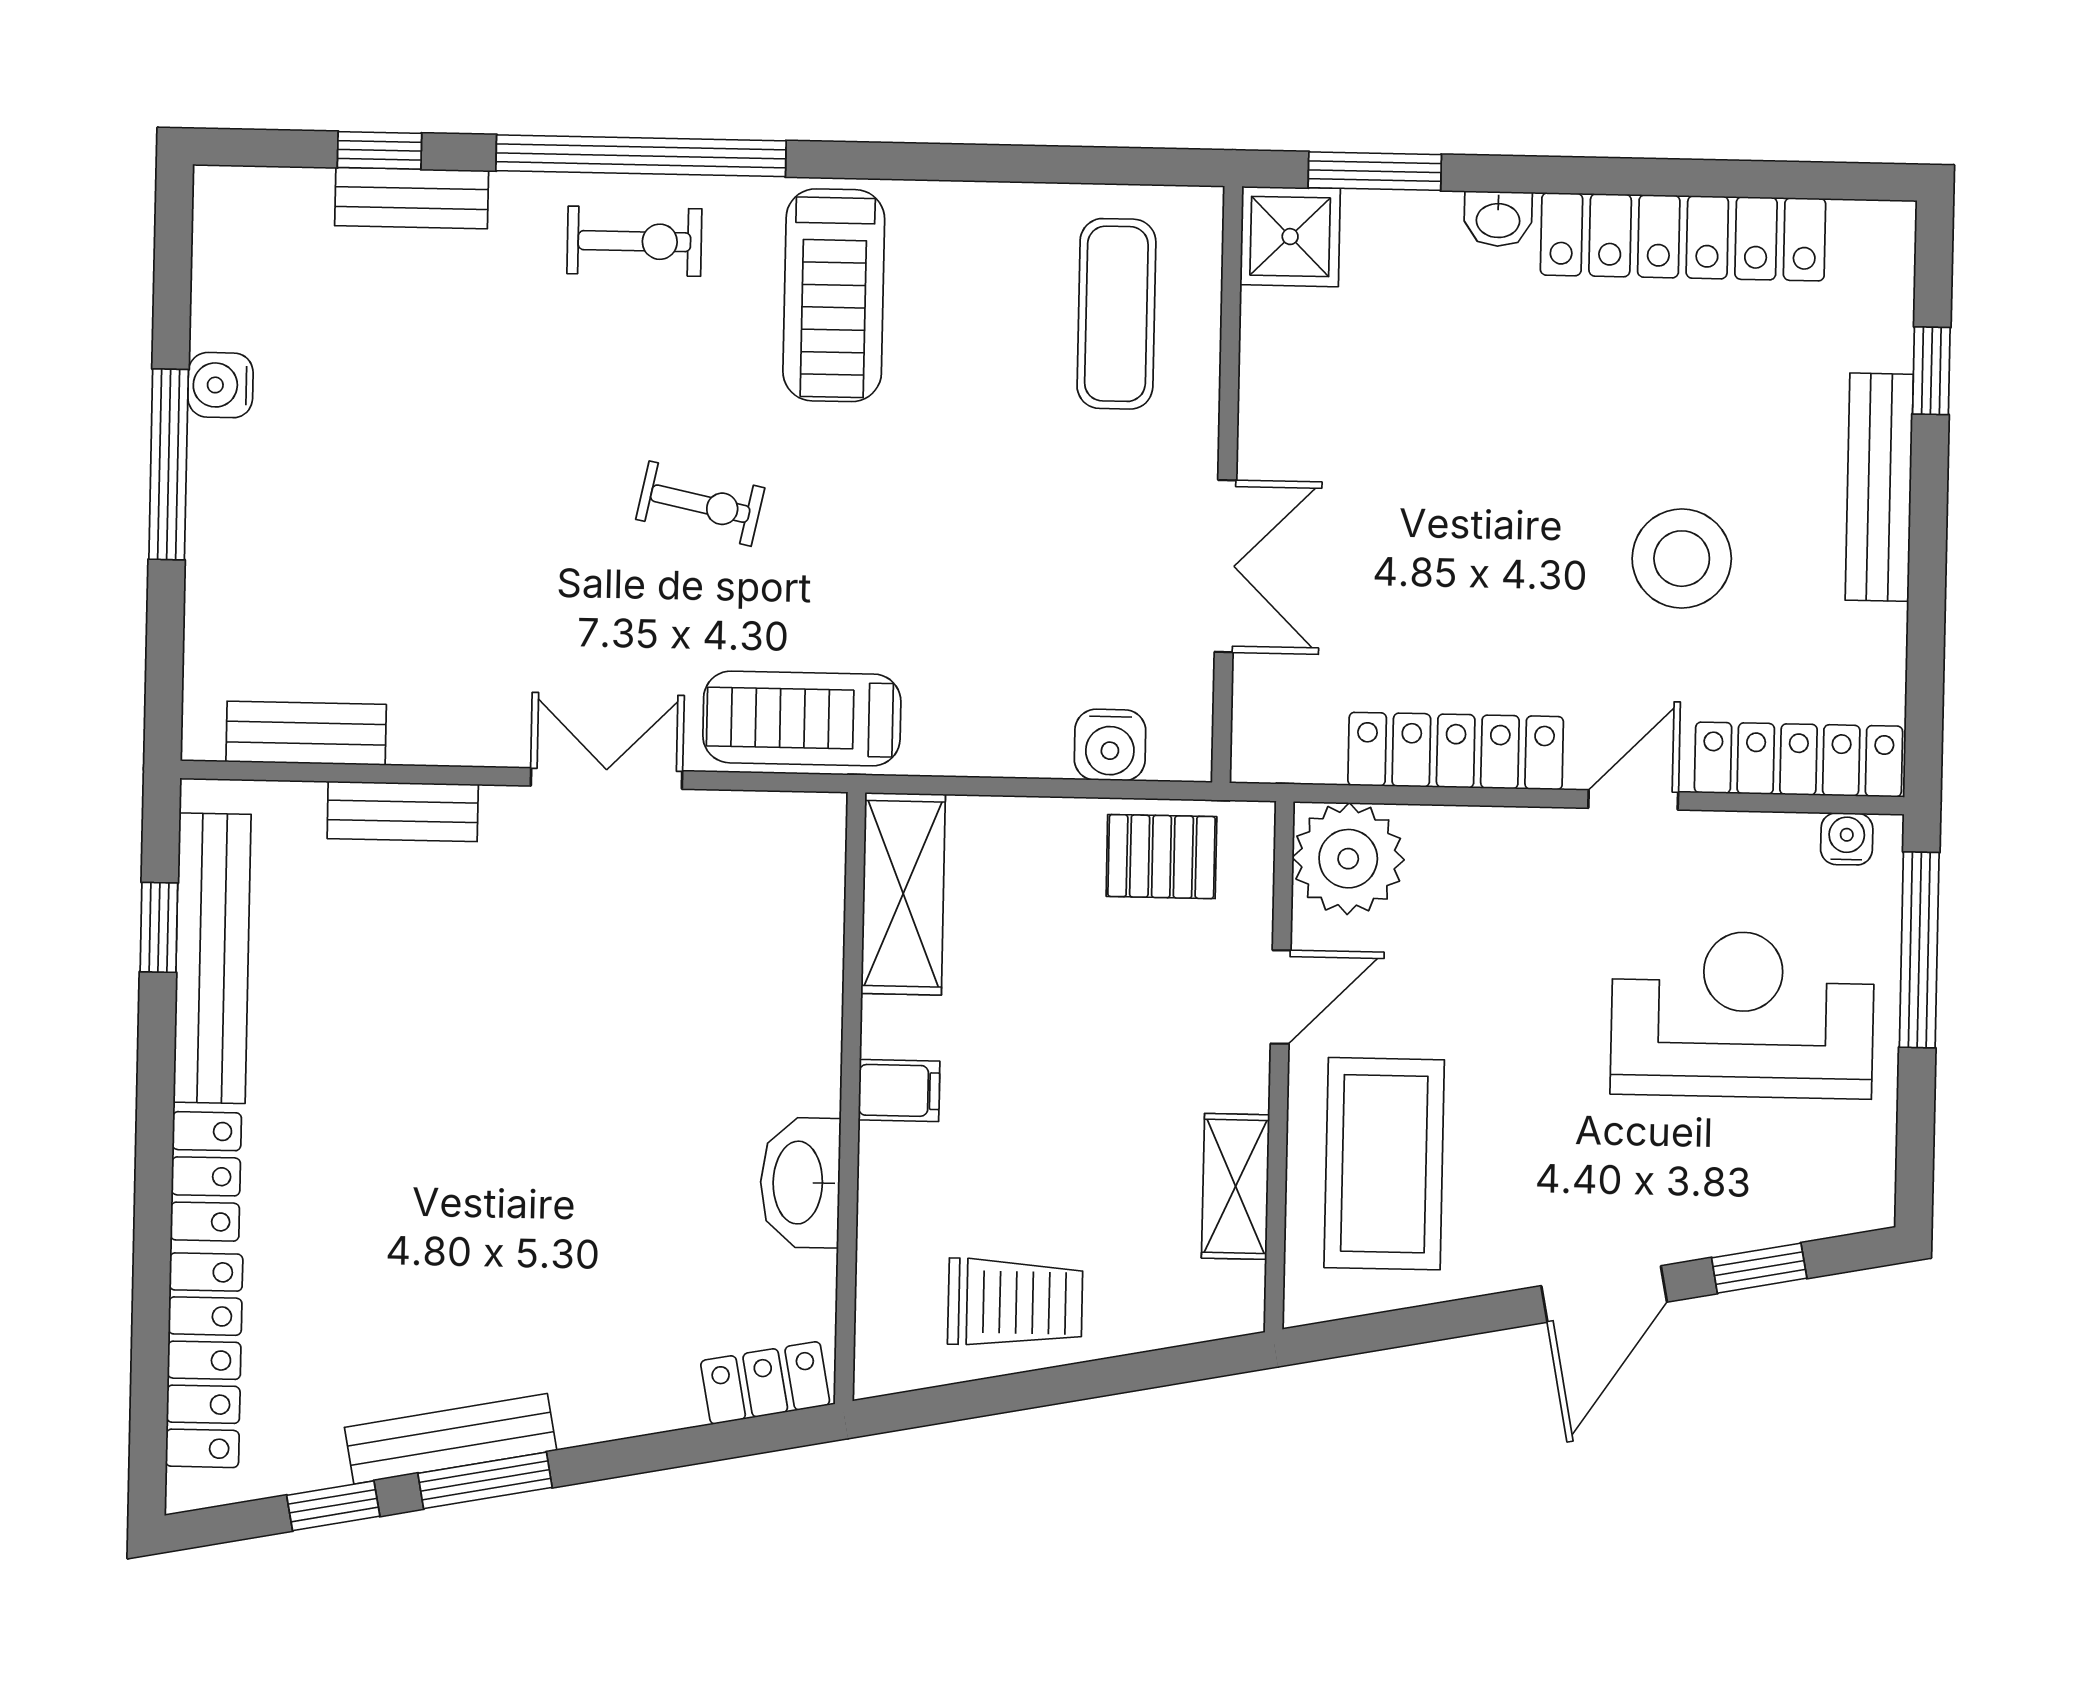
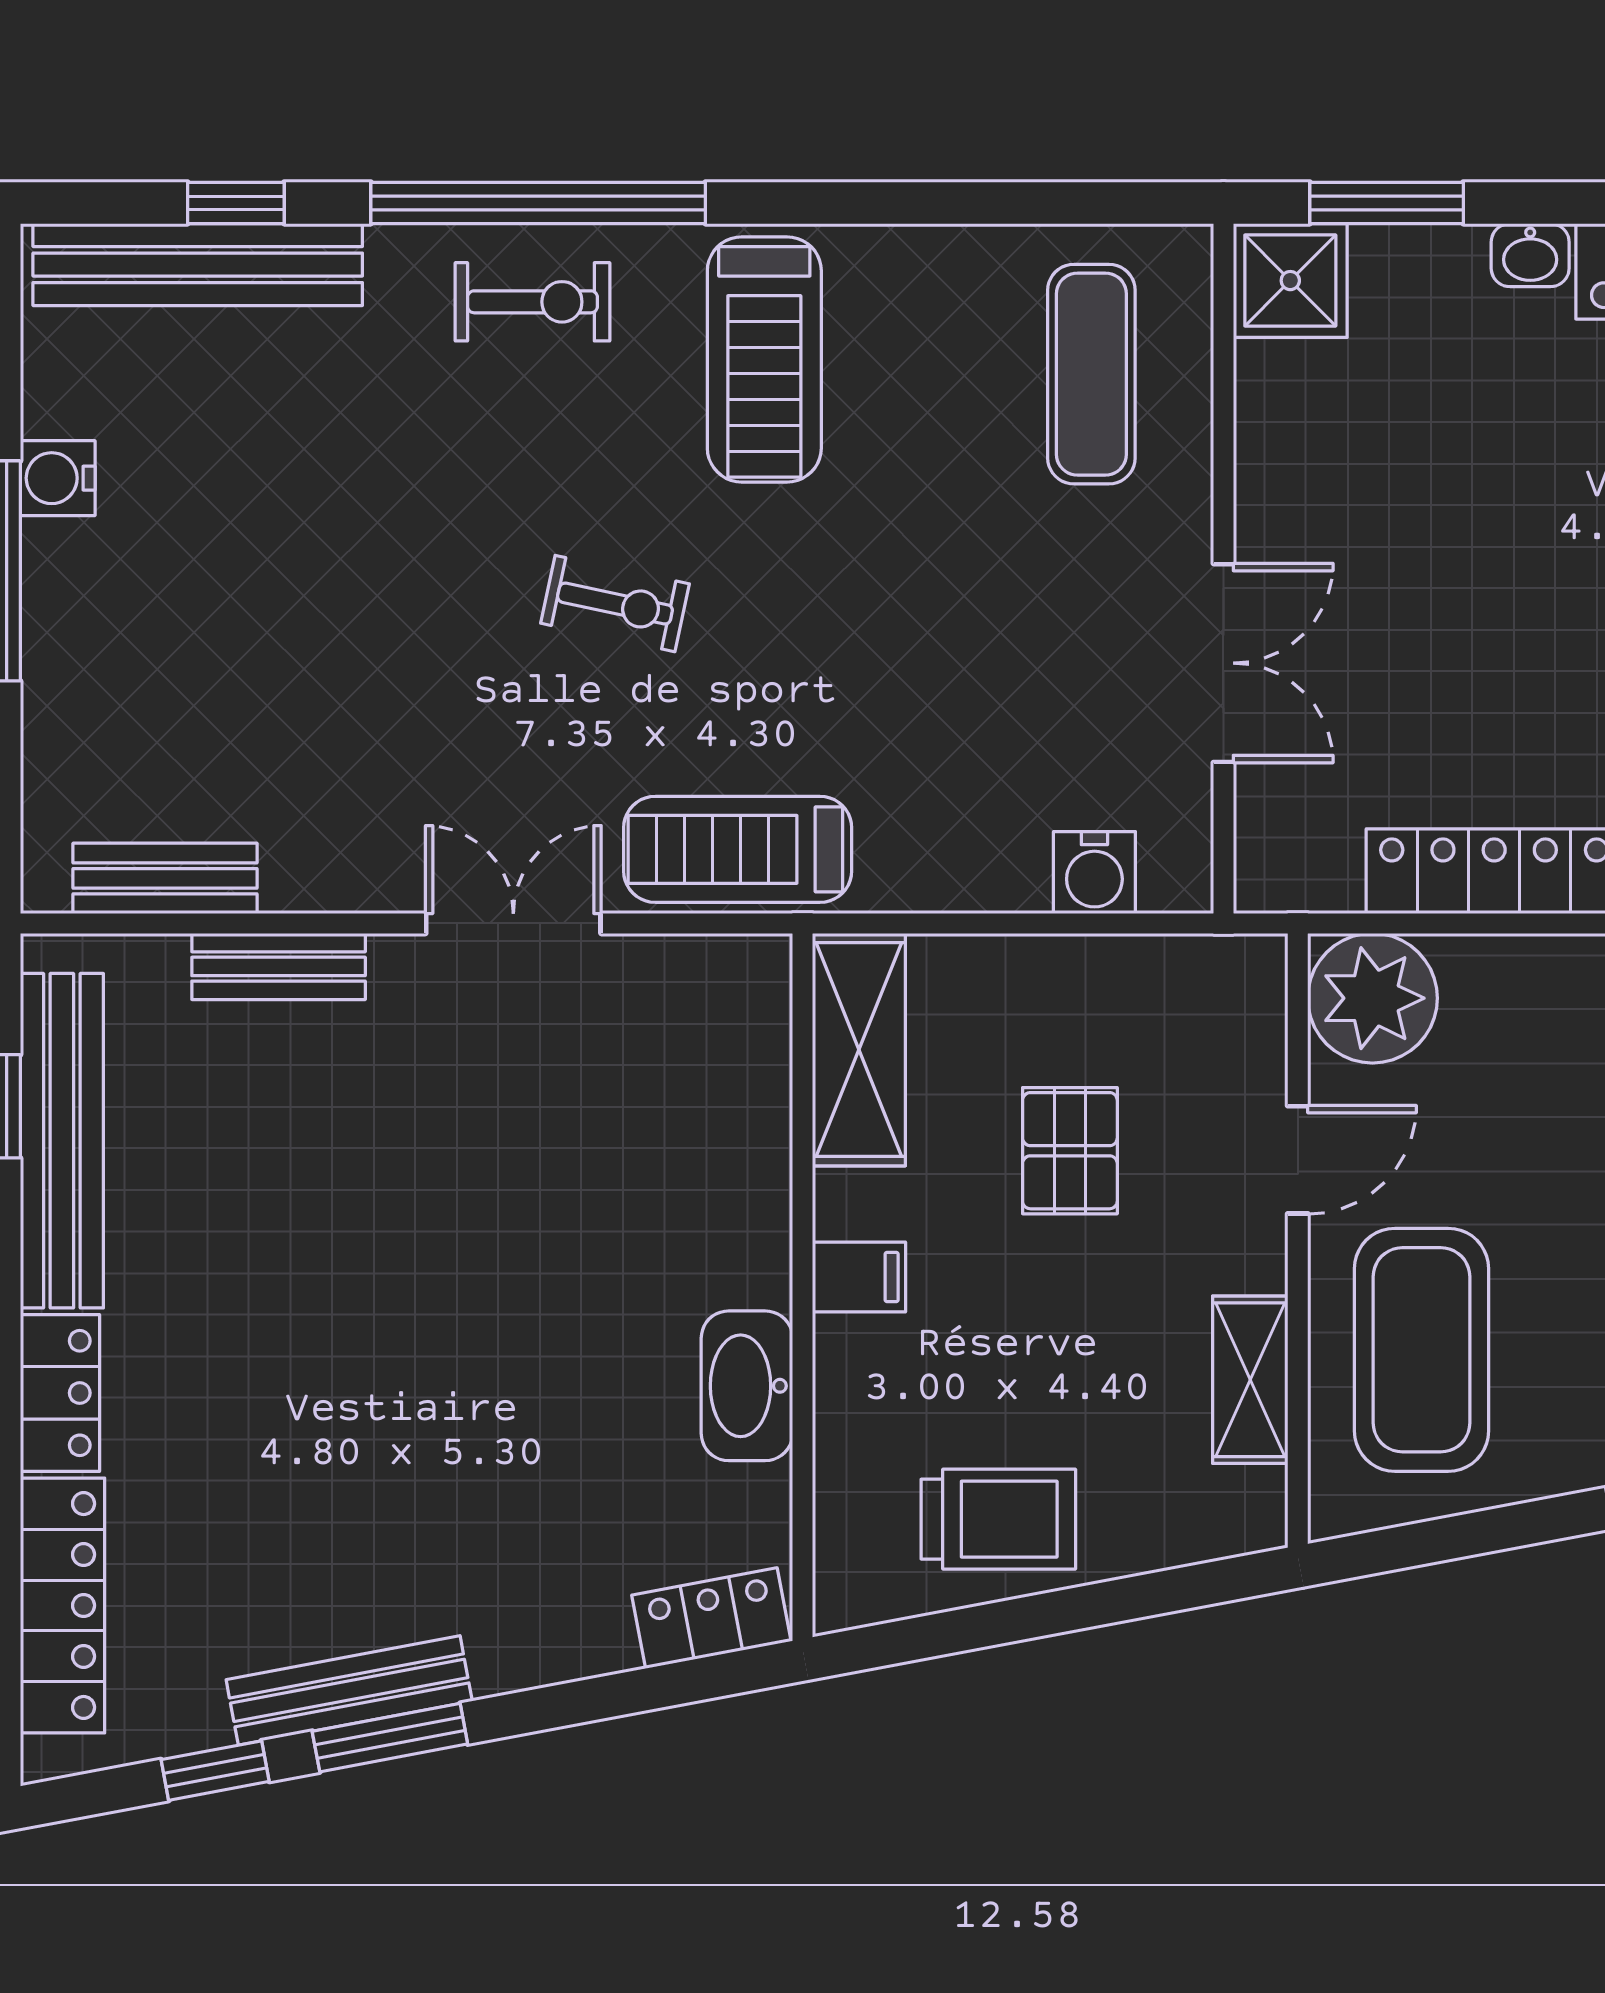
bench: (412, 198) -> (198, 265), width x1.86, depth x1.21
pallet: (1161, 857) -> (1070, 1151), moved, turned 90

